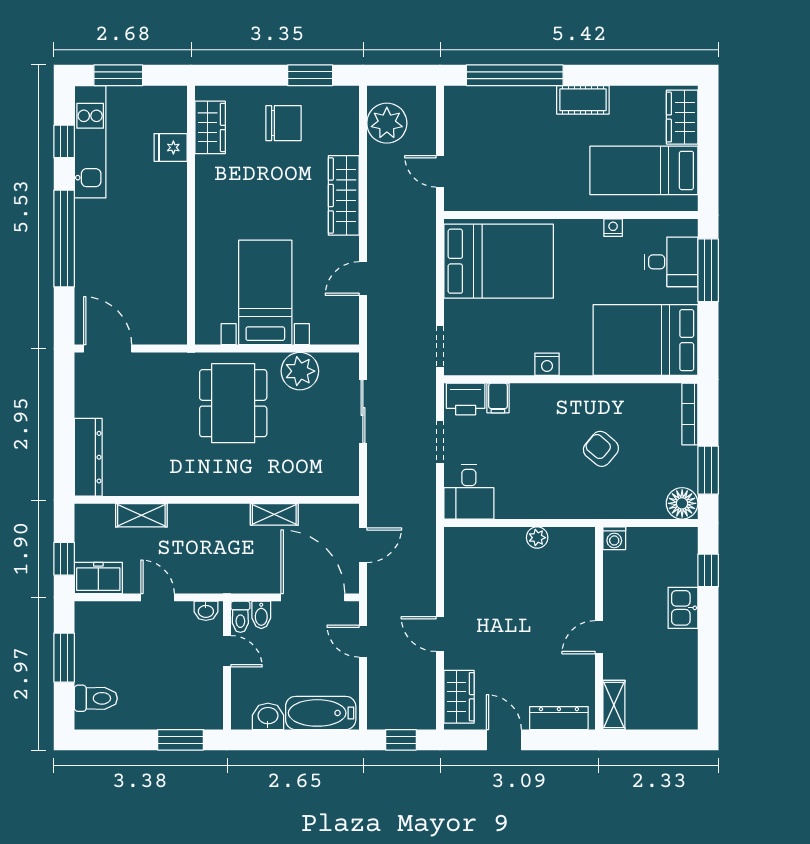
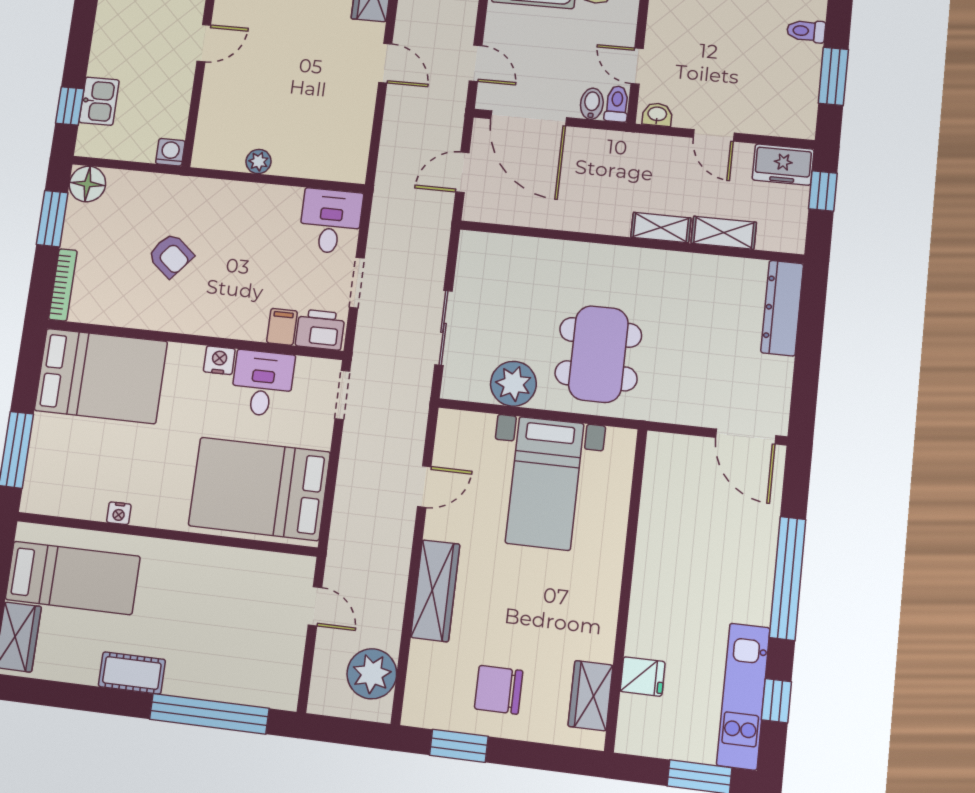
desk: (671, 262) -> (262, 383), moved, turned 90
shelving: (274, 514) -> (661, 228), moved
kitchen sink: (683, 608) -> (99, 101), moved
toilet: (96, 698) -> (806, 31), width x0.73, depth x0.72

